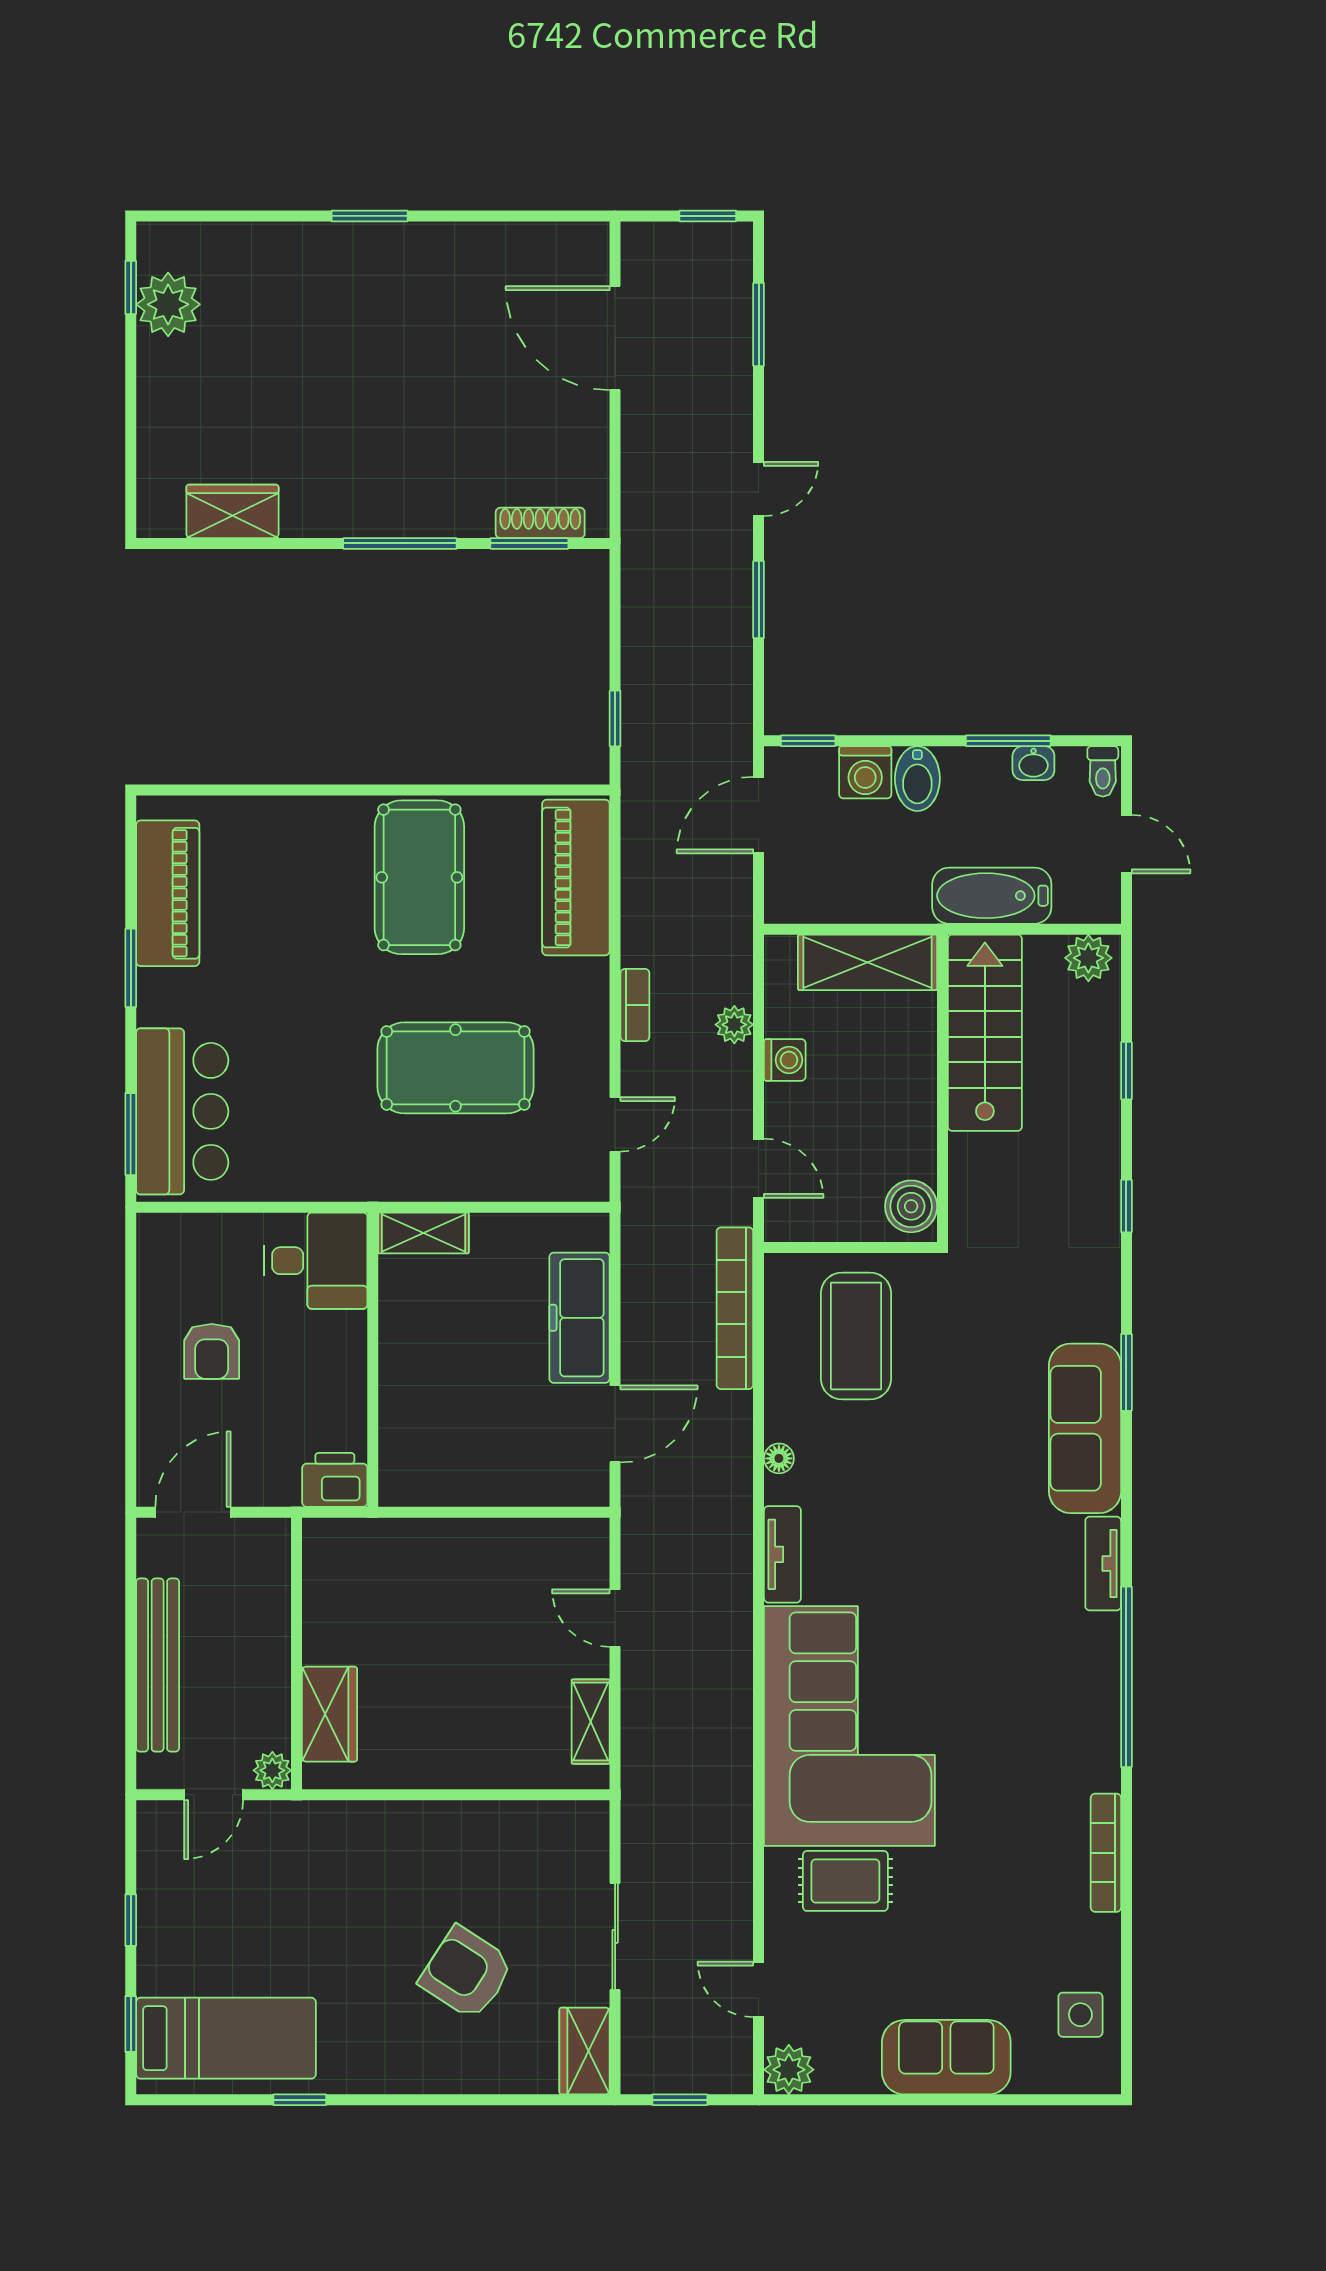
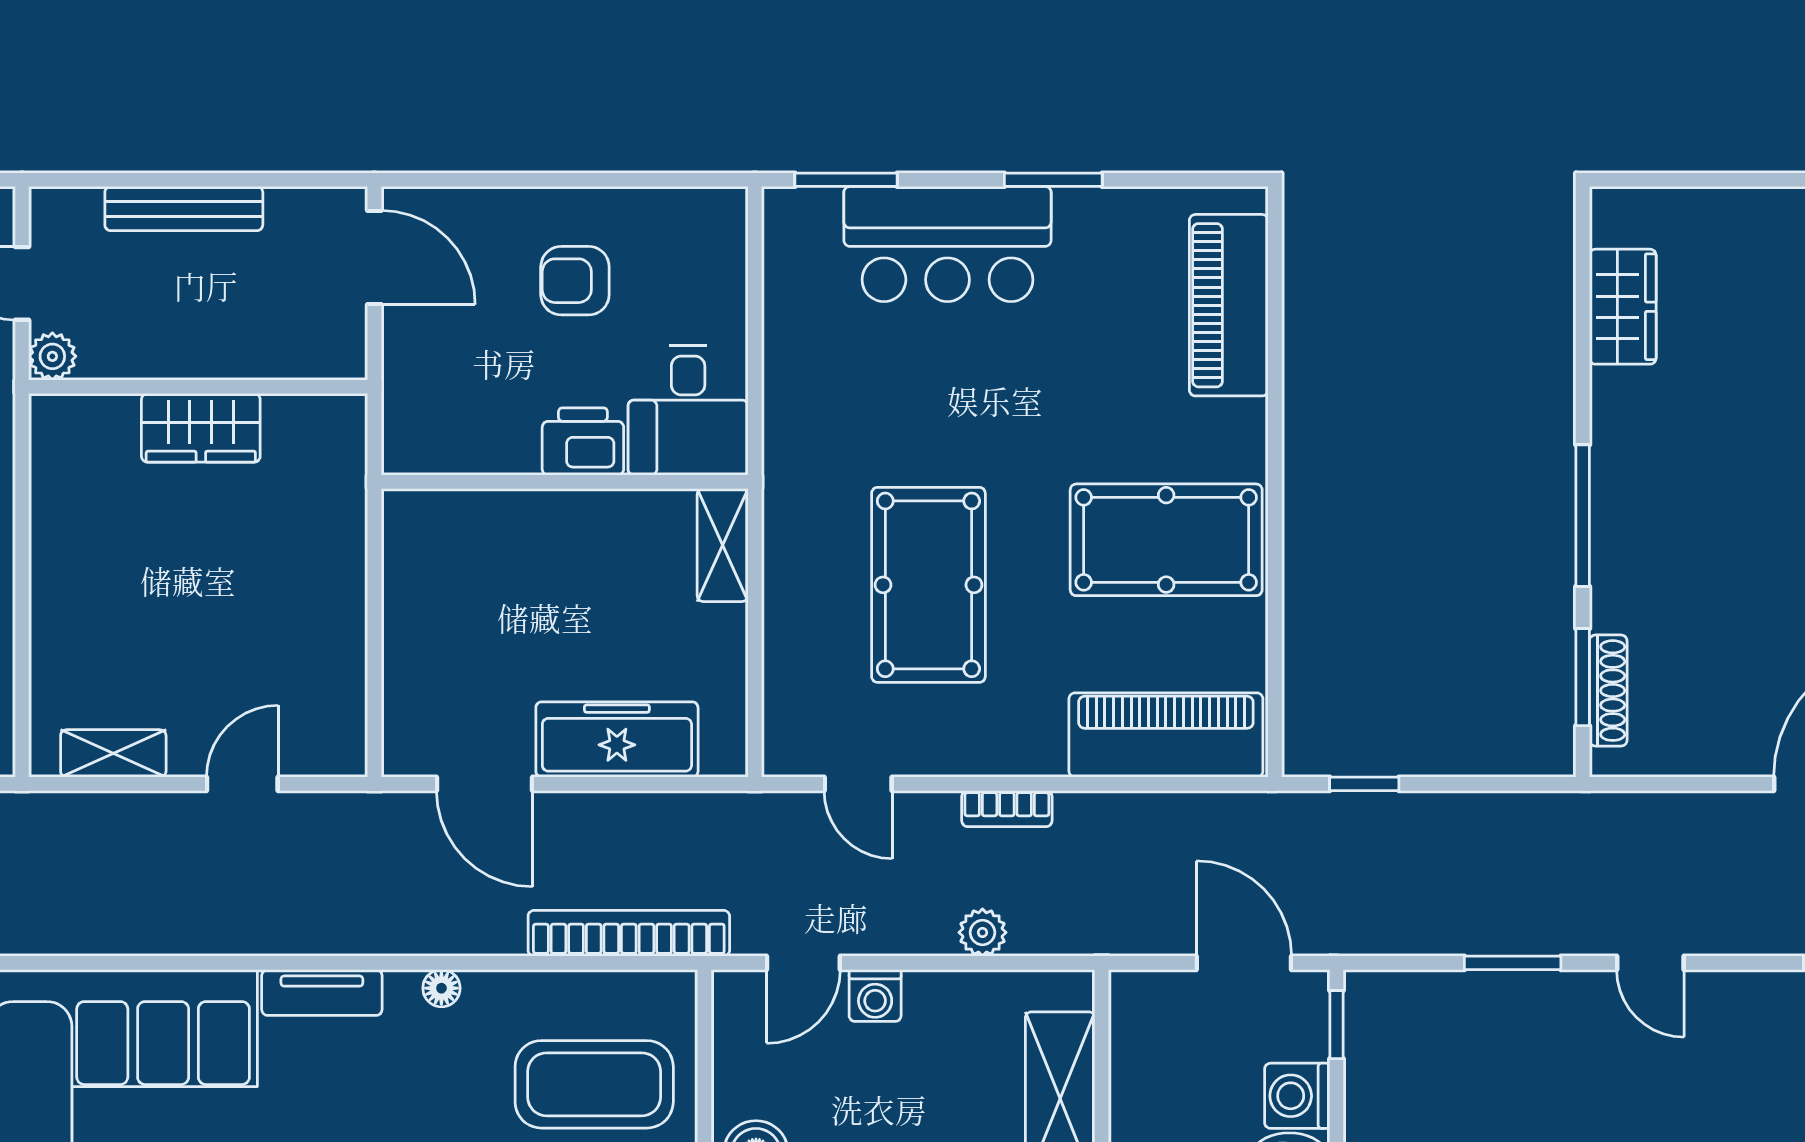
piano: (168, 893) -> (1229, 305), moved, turned 90
washing machine: (785, 1060) -> (875, 996), moved
bar counter: (182, 1111) -> (947, 244), moved
printer: (335, 1480) -> (583, 441), moved, turned -90
bench: (158, 1665) -> (184, 209), width x0.73, depth x0.82
wardrobe: (330, 1714) -> (201, 428), moved

